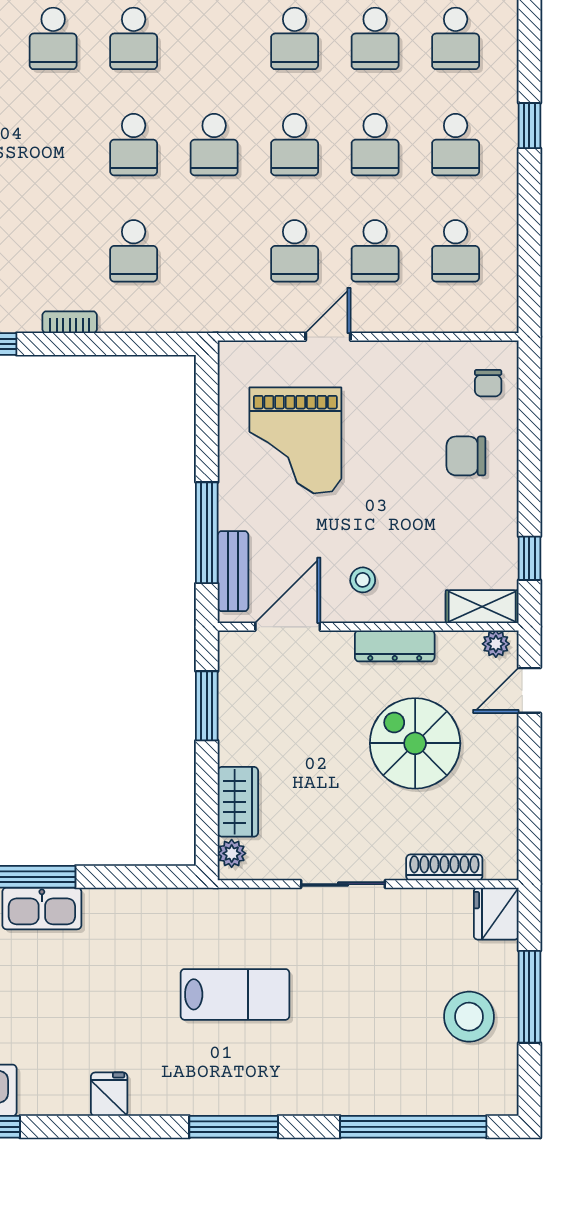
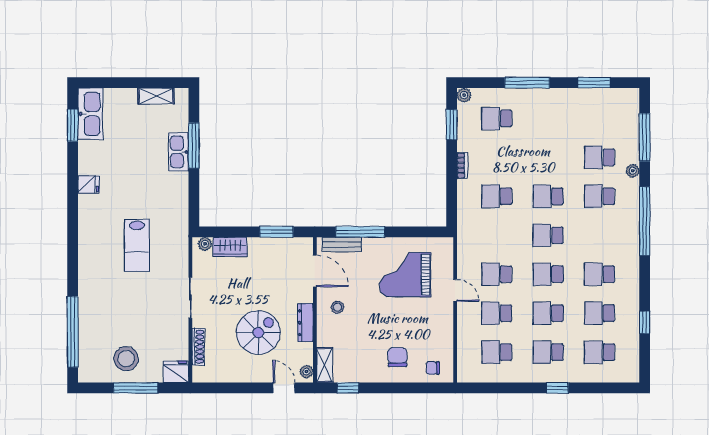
window: (234, 1127) -> (73, 245), removed

